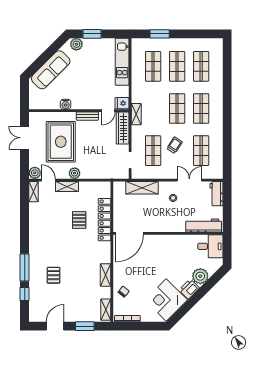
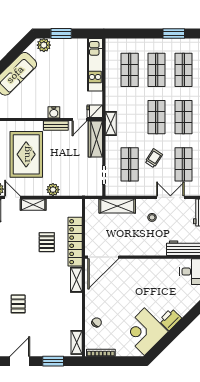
window: (160, 34) -> (174, 34), moved
water cooler: (66, 104) -> (54, 112), moved
plant: (75, 173) -> (53, 190), moved
shelving: (106, 275) -> (76, 280), moved
plant: (200, 276) -> (183, 305), removed

